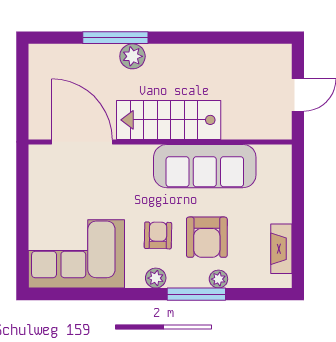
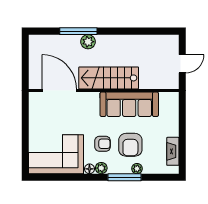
armchair: (158, 235) -> (103, 144), turned 89
floor lamp: (135, 279) -> (89, 169), added

